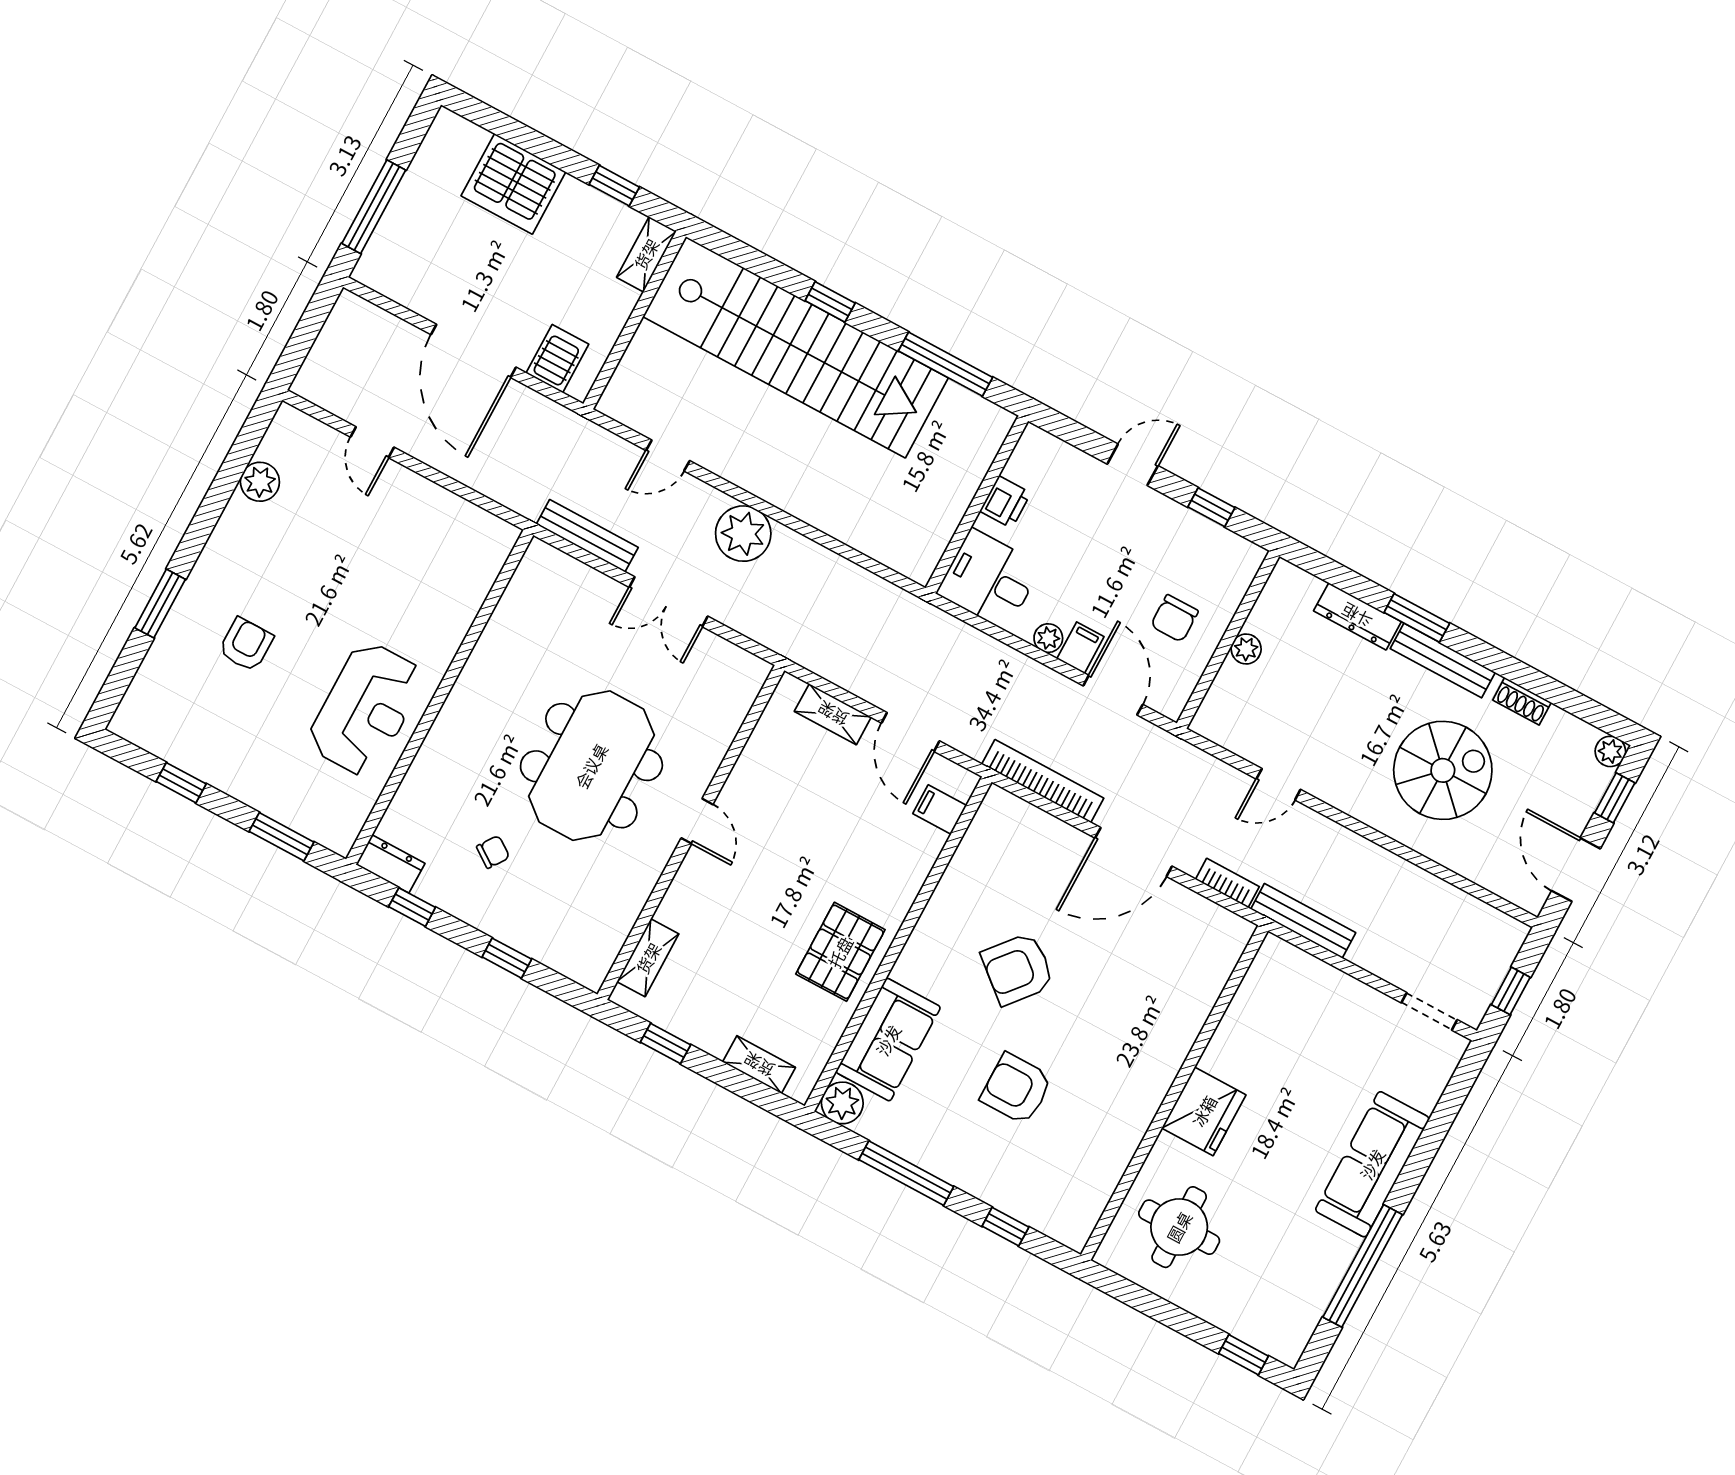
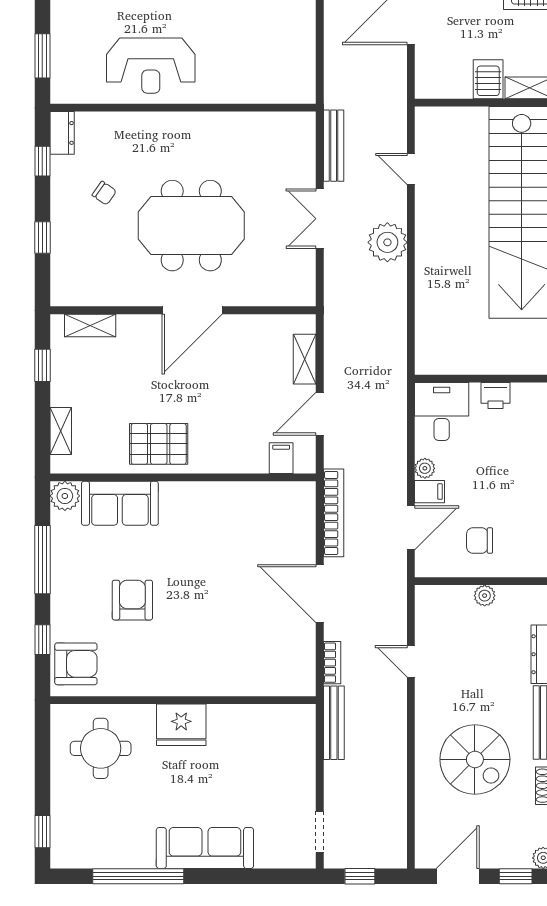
server rack: (557, 359) -> (488, 79), moved, turned -90
door: (697, 821) -> (192, 310), width x1.87
armchair: (1018, 969) -> (76, 664), moved, turned 140

